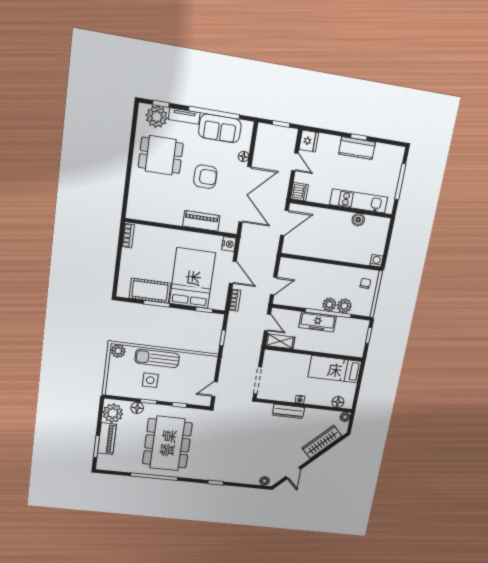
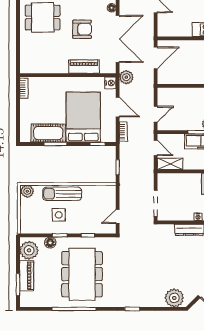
dishwasher: (299, 192) -> (164, 30), removed
plant: (248, 240) -> (126, 77), added
plant: (265, 481) -> (174, 298), width x1.87, depth x1.87

